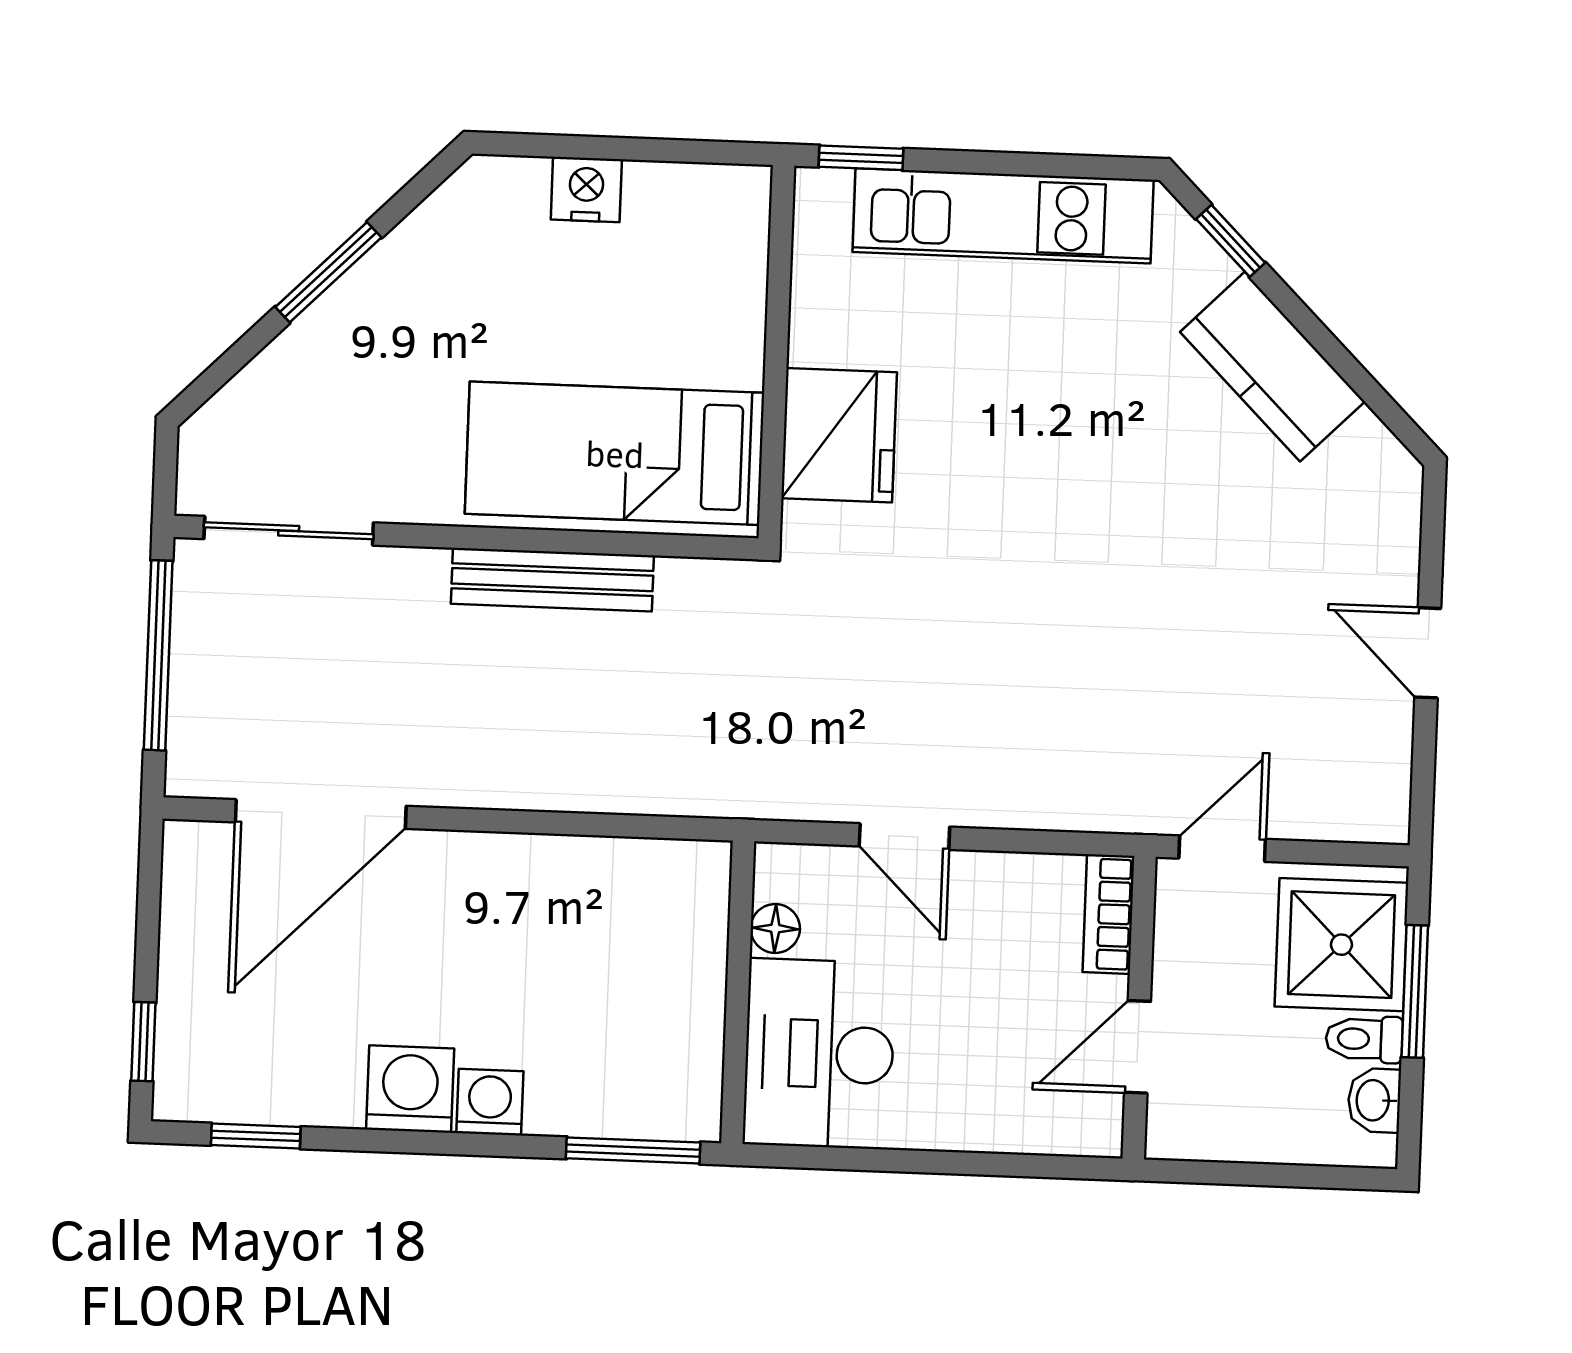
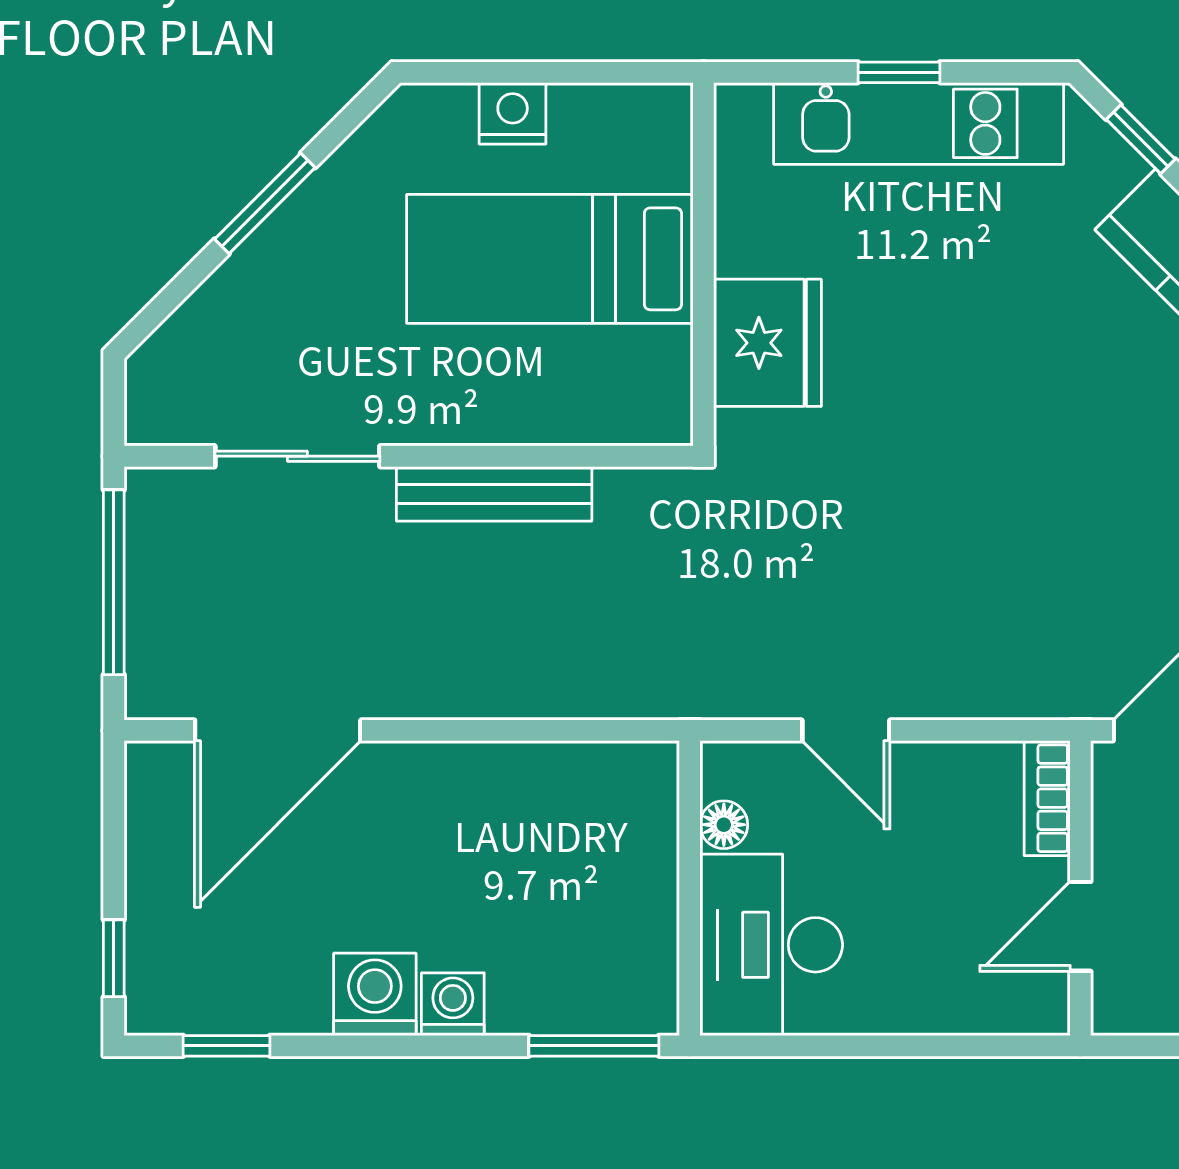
window: (861, 158) -> (899, 72), moved
bed: (615, 453) -> (550, 259), moved
sliding door: (289, 531) -> (297, 456), moved

